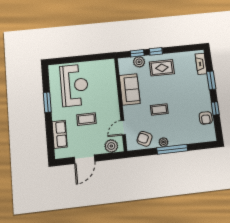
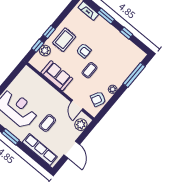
armchair: (206, 118) -> (84, 51), moved
row of seats: (60, 134) -> (40, 149), width x1.48
window: (172, 149) -> (134, 75), moved

